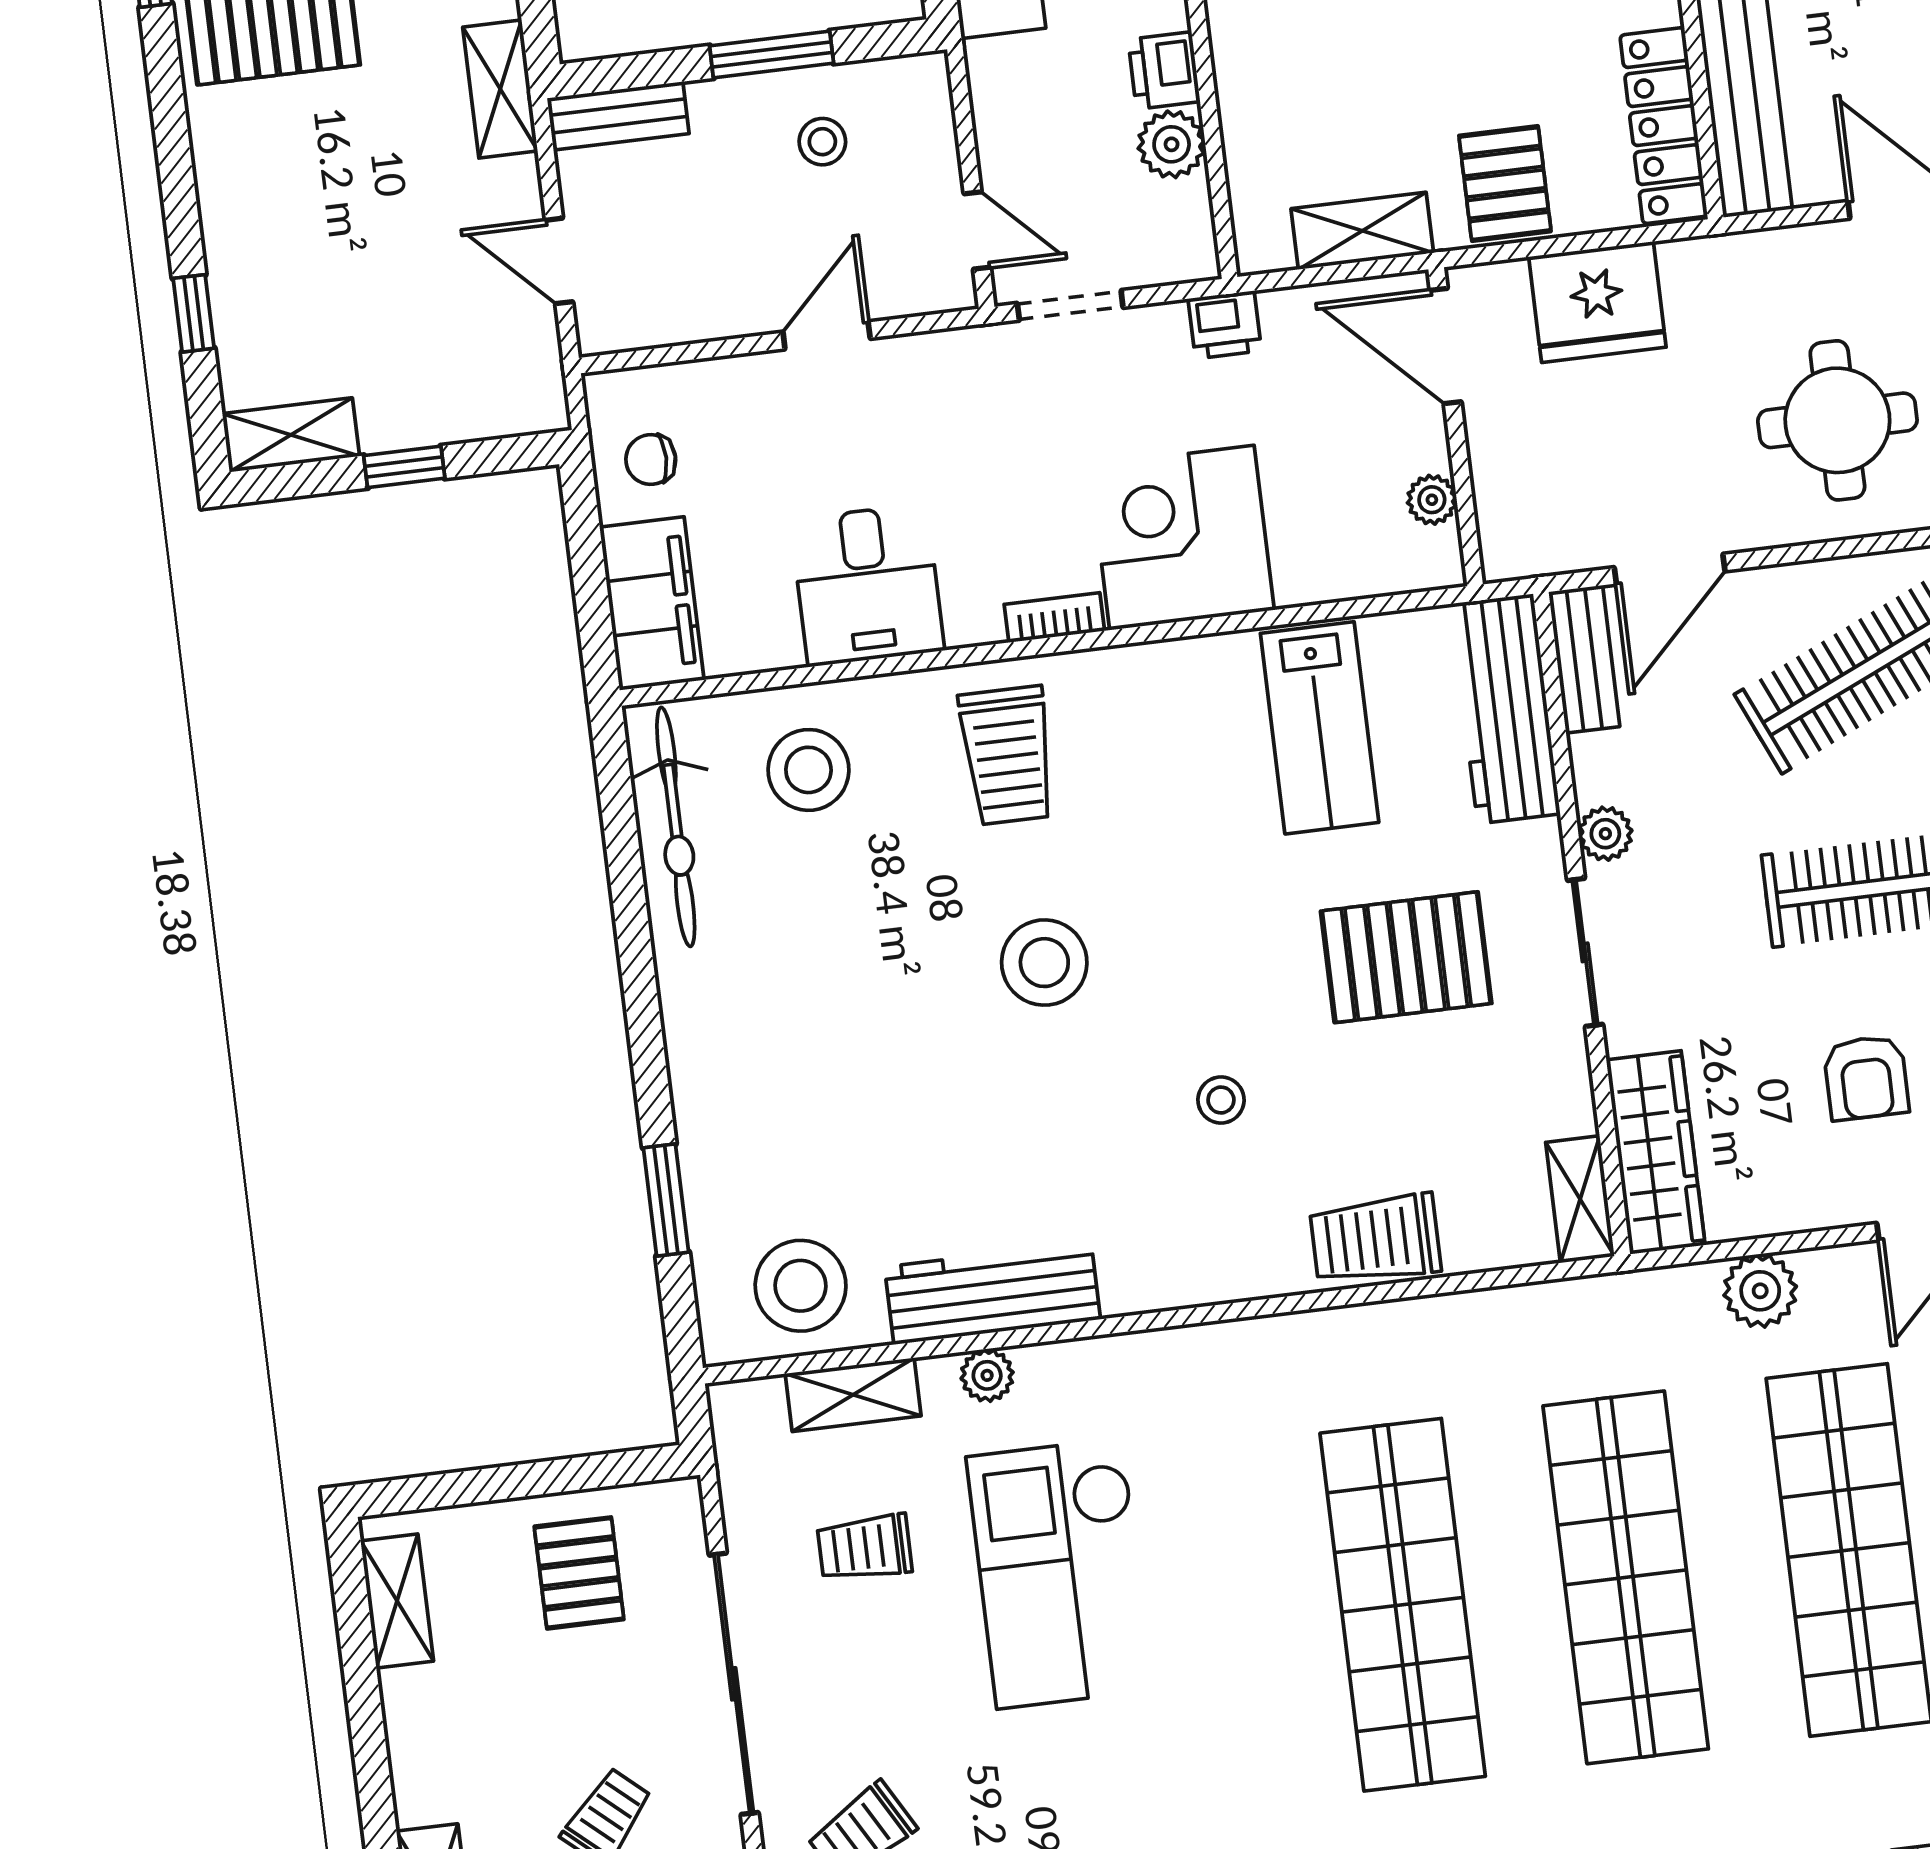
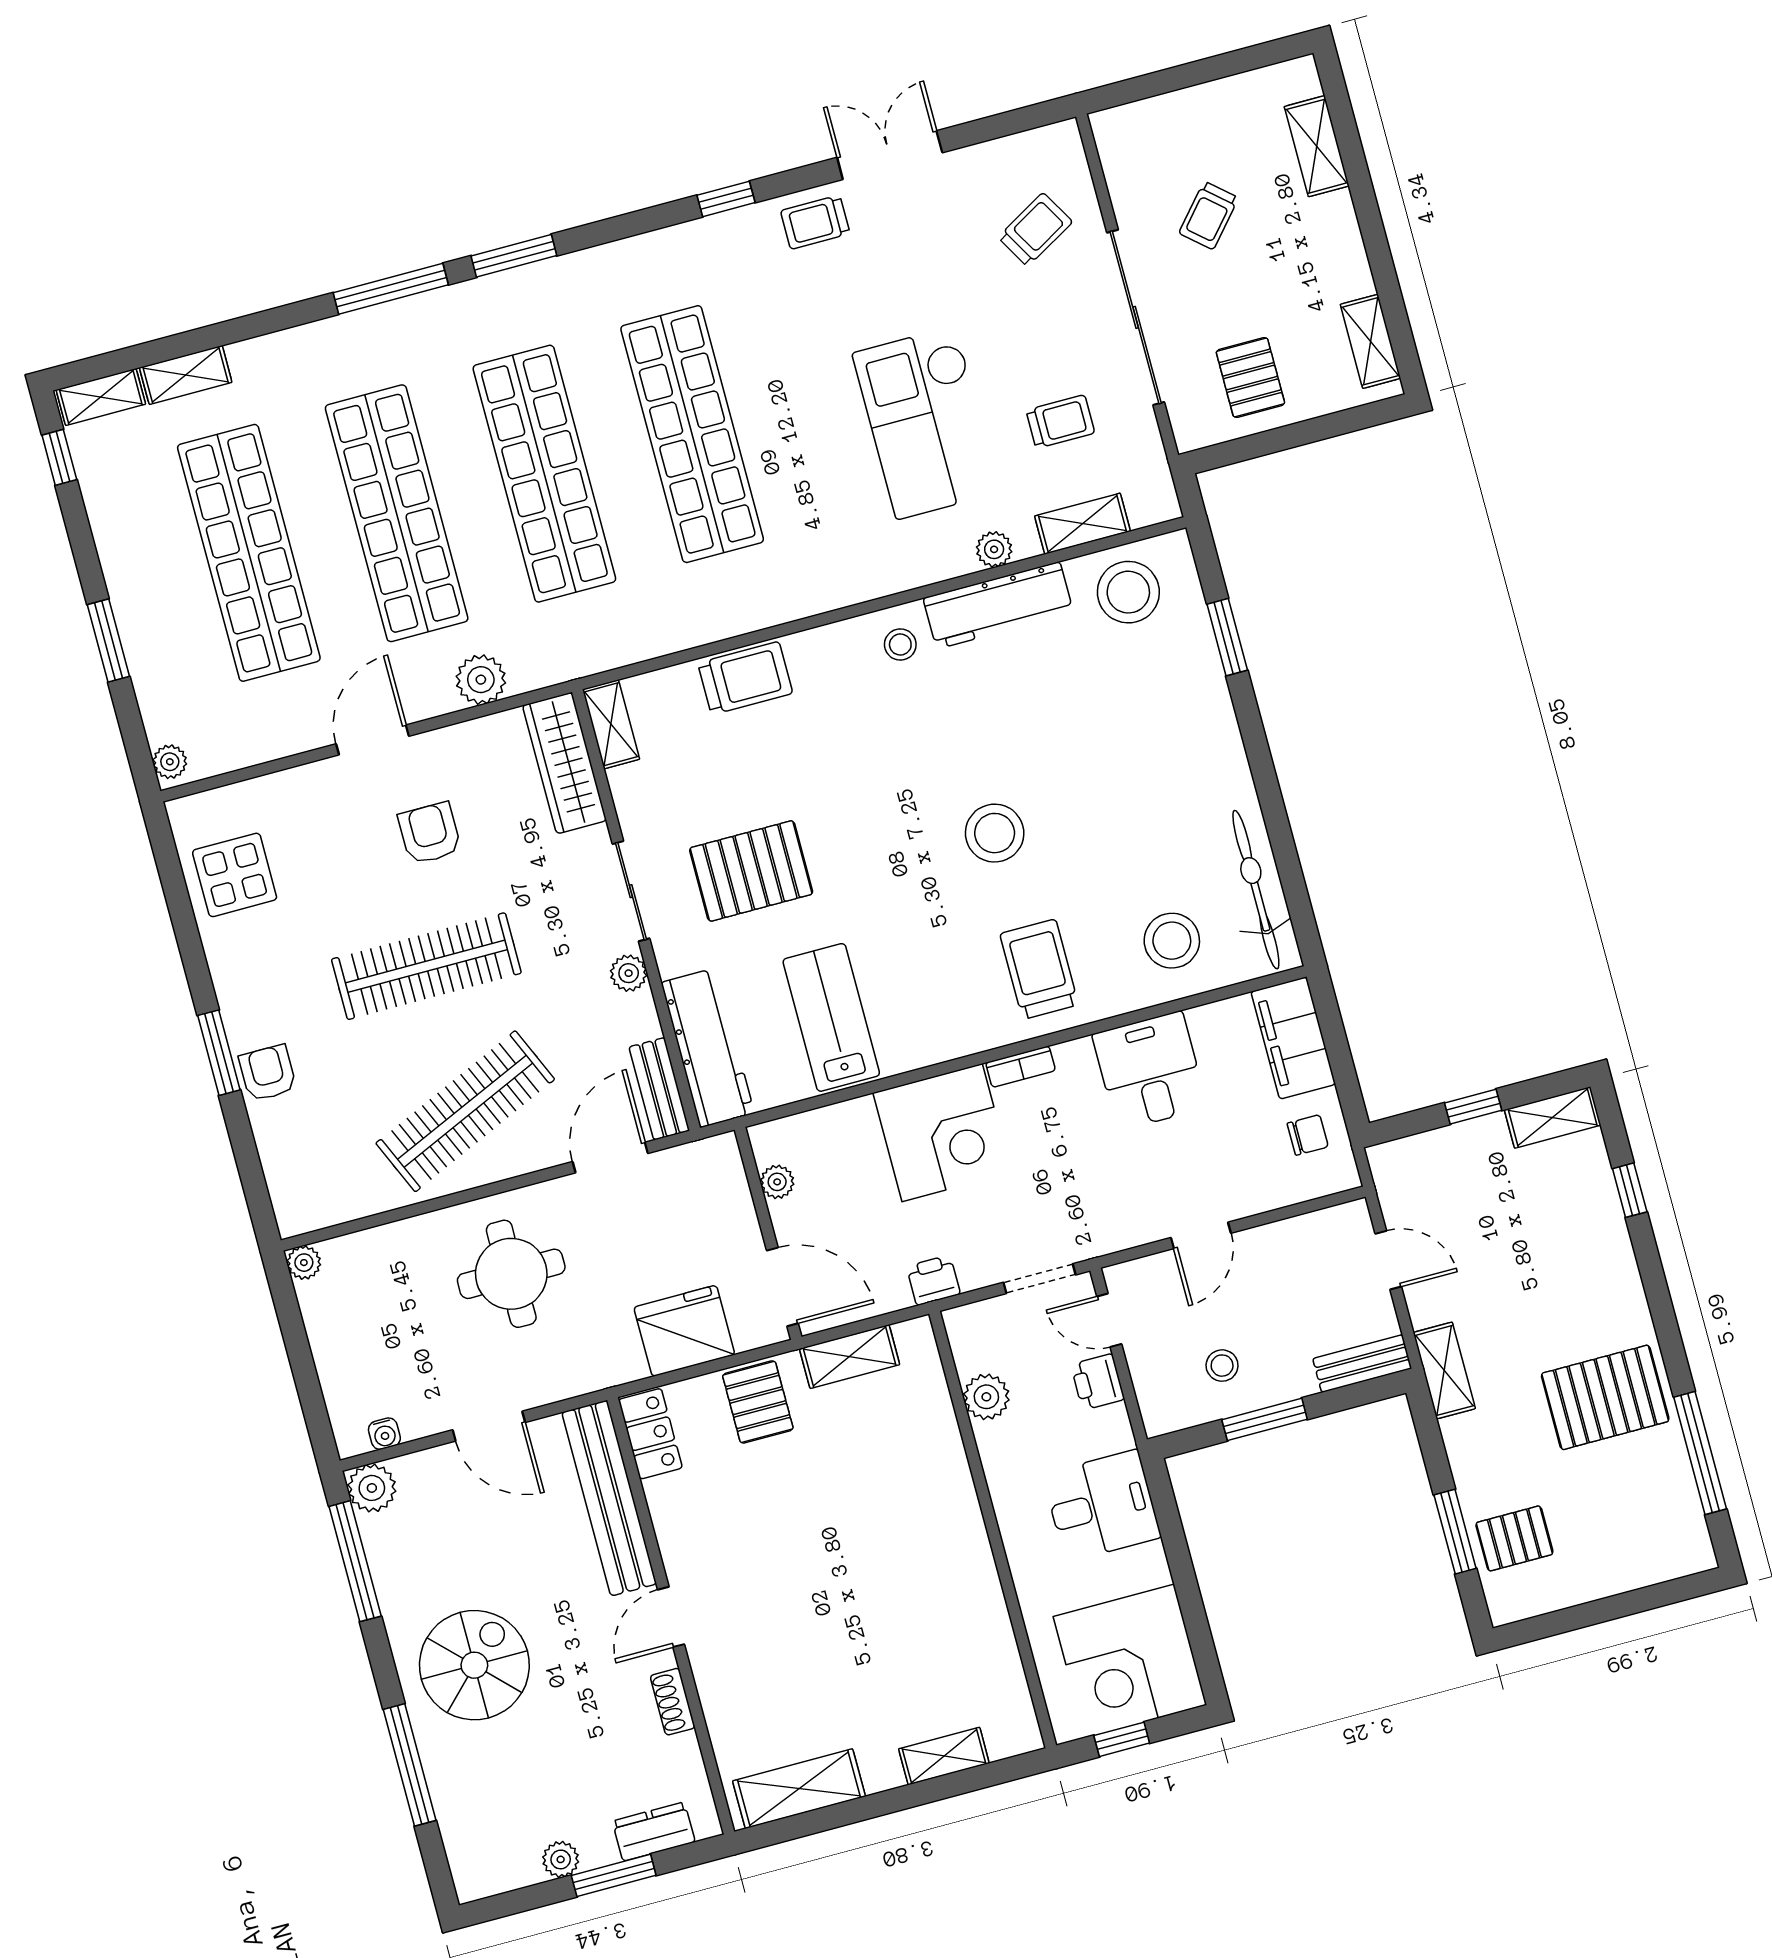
printer: (1164, 71) -> (1098, 1382), moved, turned 180
locker: (1664, 126) -> (650, 1434), width x0.66
stool: (1221, 1100) -> (900, 645), moved
checkout: (1060, 1573) -> (926, 423), turned 180

